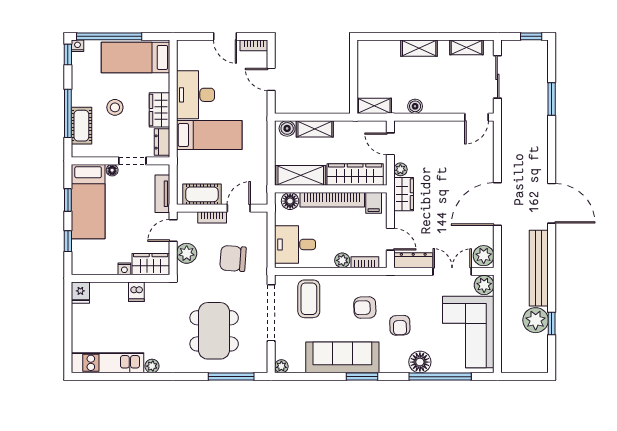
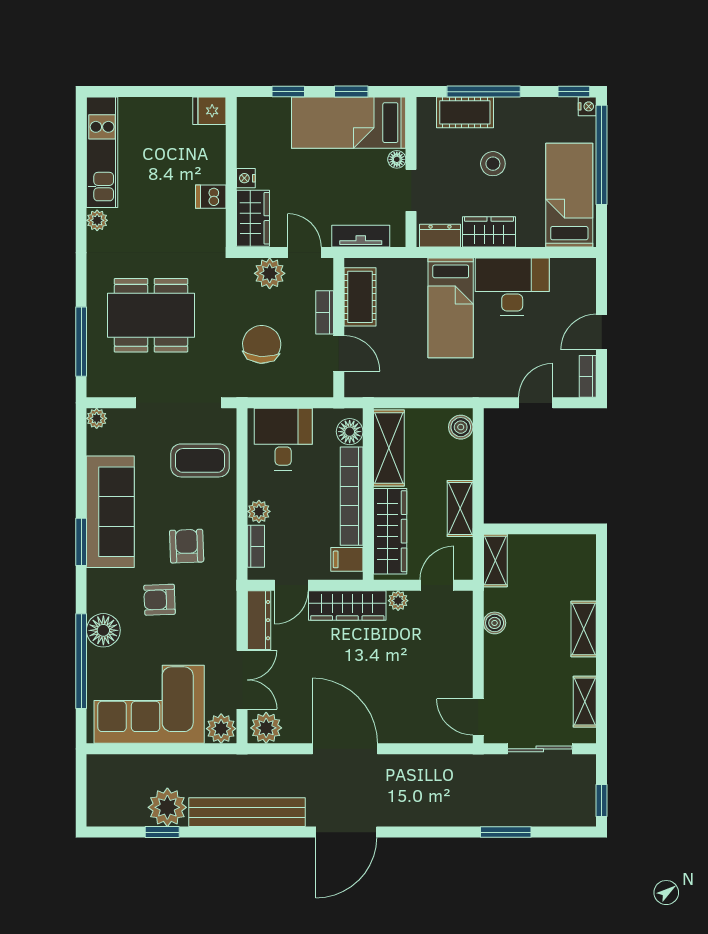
shelving: (315, 129) -> (460, 508), moved
wardrobe: (404, 194) -> (347, 605), width x1.50

